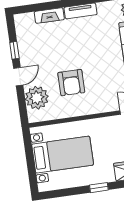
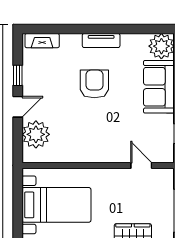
fireplace: (49, 16) -> (42, 41), moved
armchair: (71, 83) -> (94, 84), moved, turned 180

